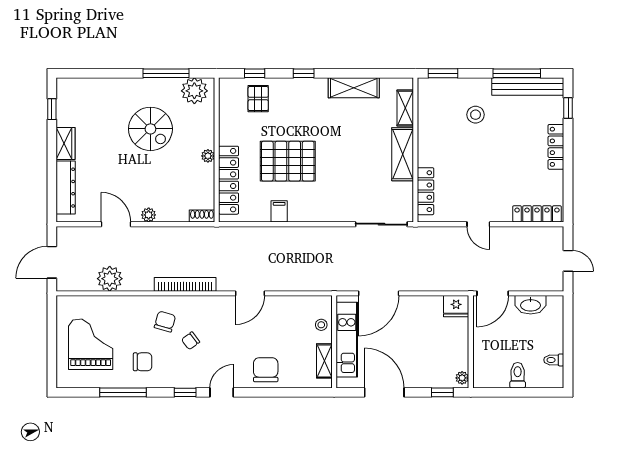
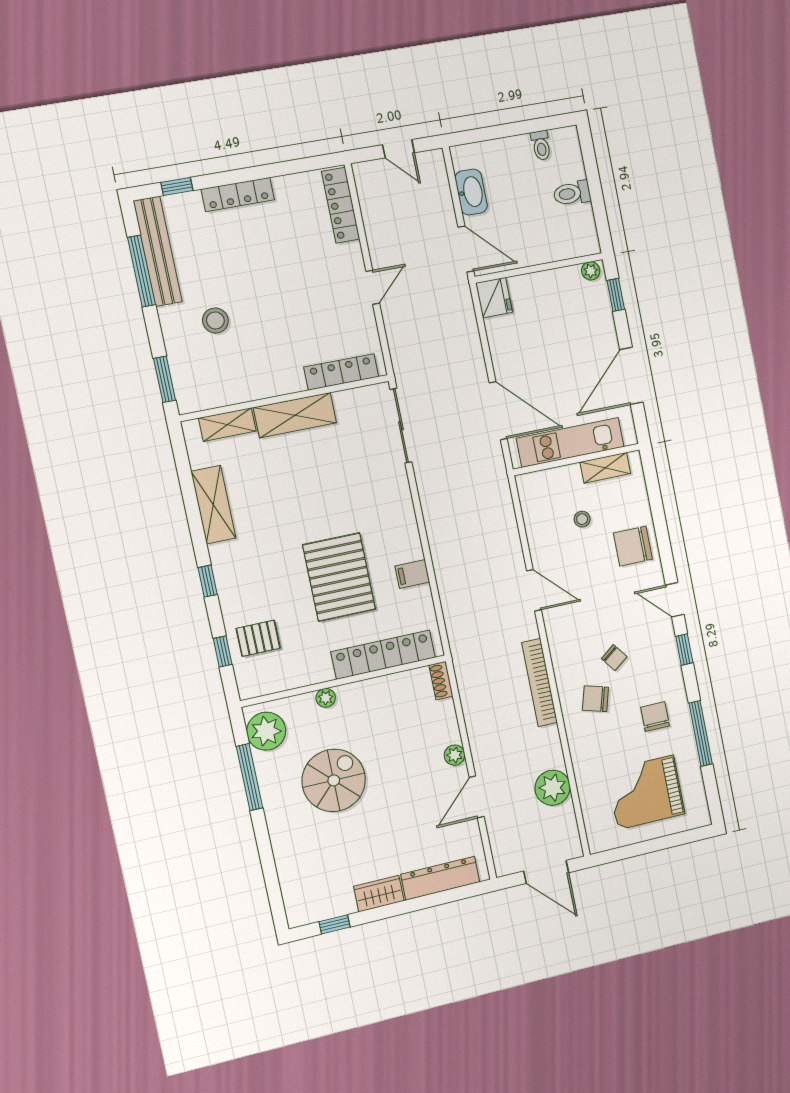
plant: (208, 156) -> (326, 698), moved
door: (568, 261) -> (398, 149), swing flipped
stool: (321, 325) -> (582, 519), moved

